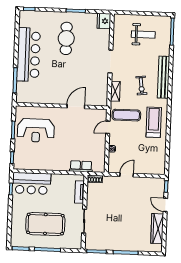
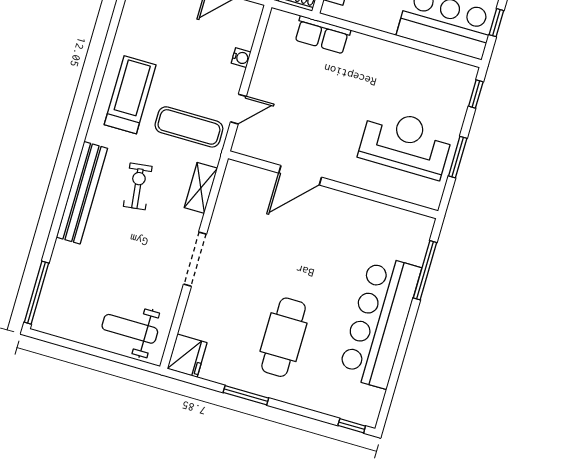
weight bench: (143, 34) -> (130, 329), moved
treadmill: (154, 122) -> (130, 95), turned 180

